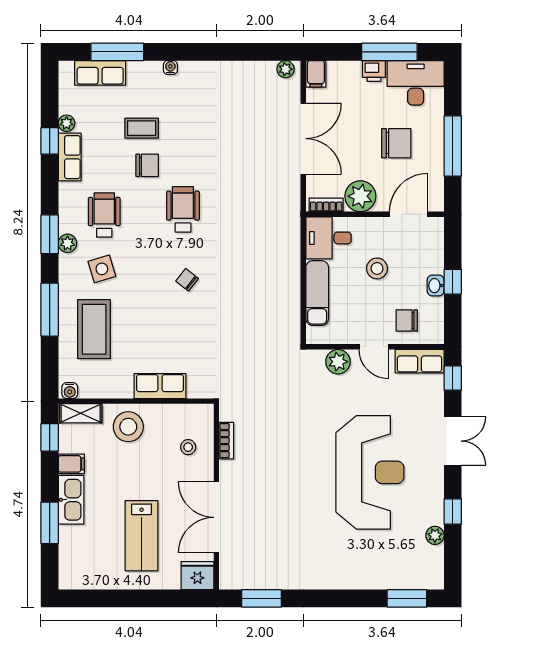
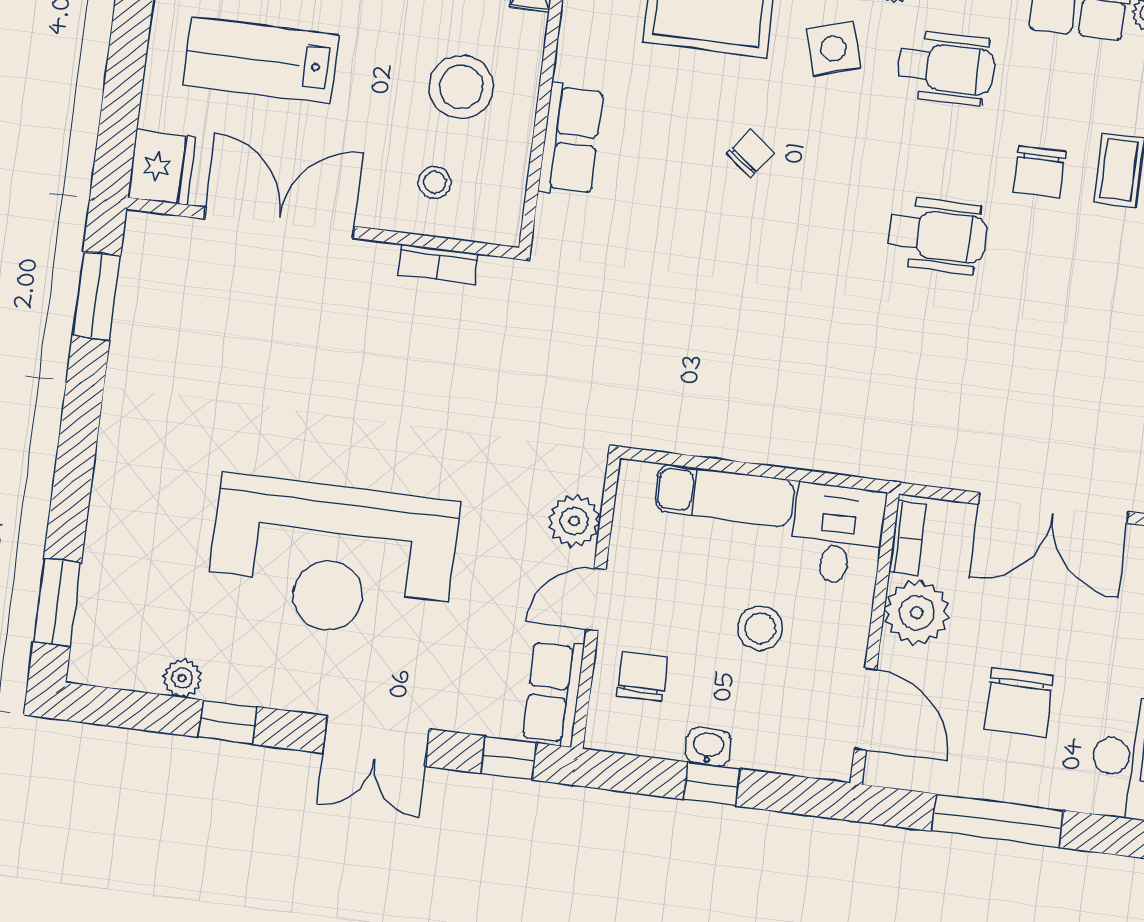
chair: (187, 280) -> (750, 153), moved
stool: (128, 427) -> (461, 87), moved

